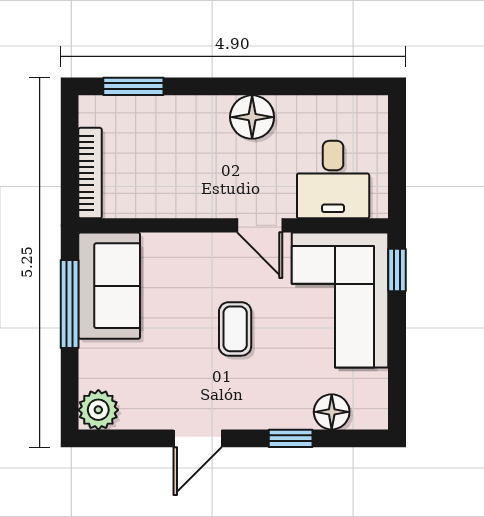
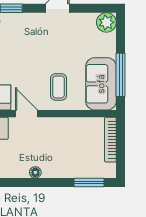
floor lamp: (252, 117) -> (35, 172), width x0.53, depth x0.53
coffee table: (235, 329) -> (58, 87), moved

